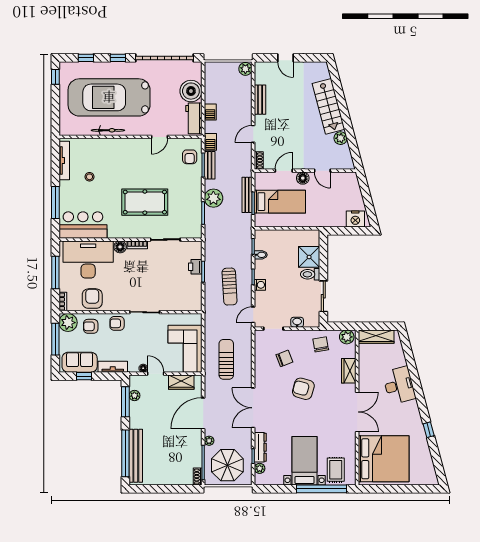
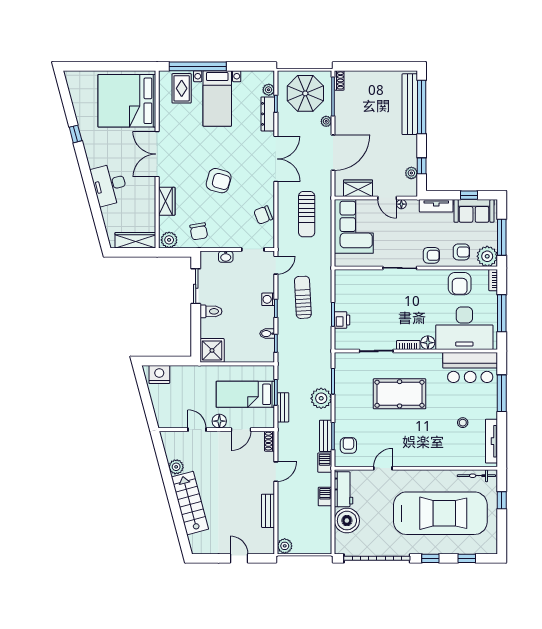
window: (55, 77) -> (502, 500), moved
bicycle: (108, 130) -> (476, 476), moved
bench: (247, 195) -> (283, 407), width x0.73
shower: (309, 257) -> (212, 350), moved
chair: (284, 358) -> (263, 215), moved
window: (125, 402) -> (422, 166), width x0.46

